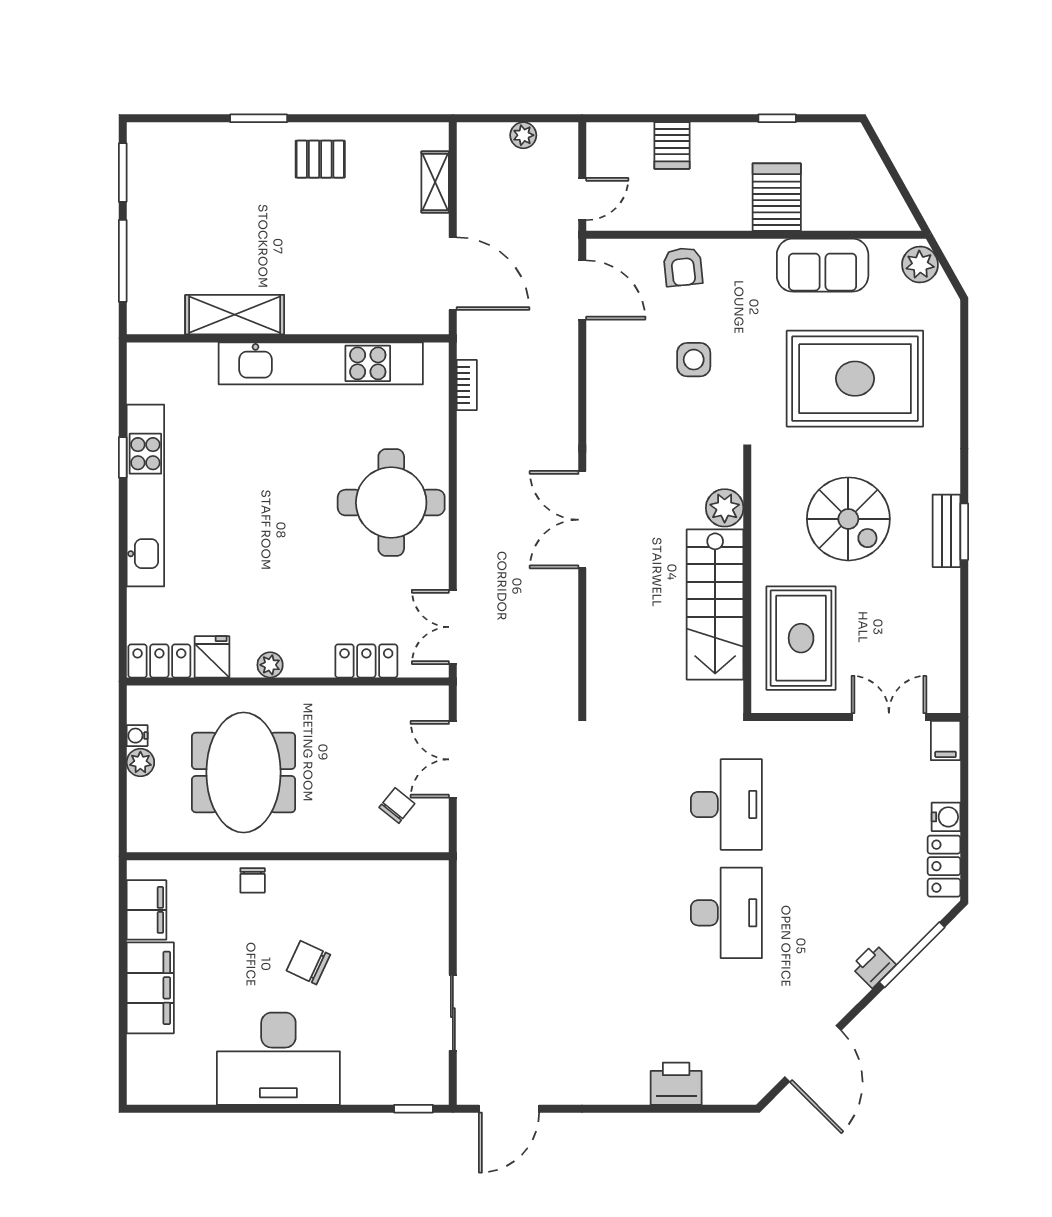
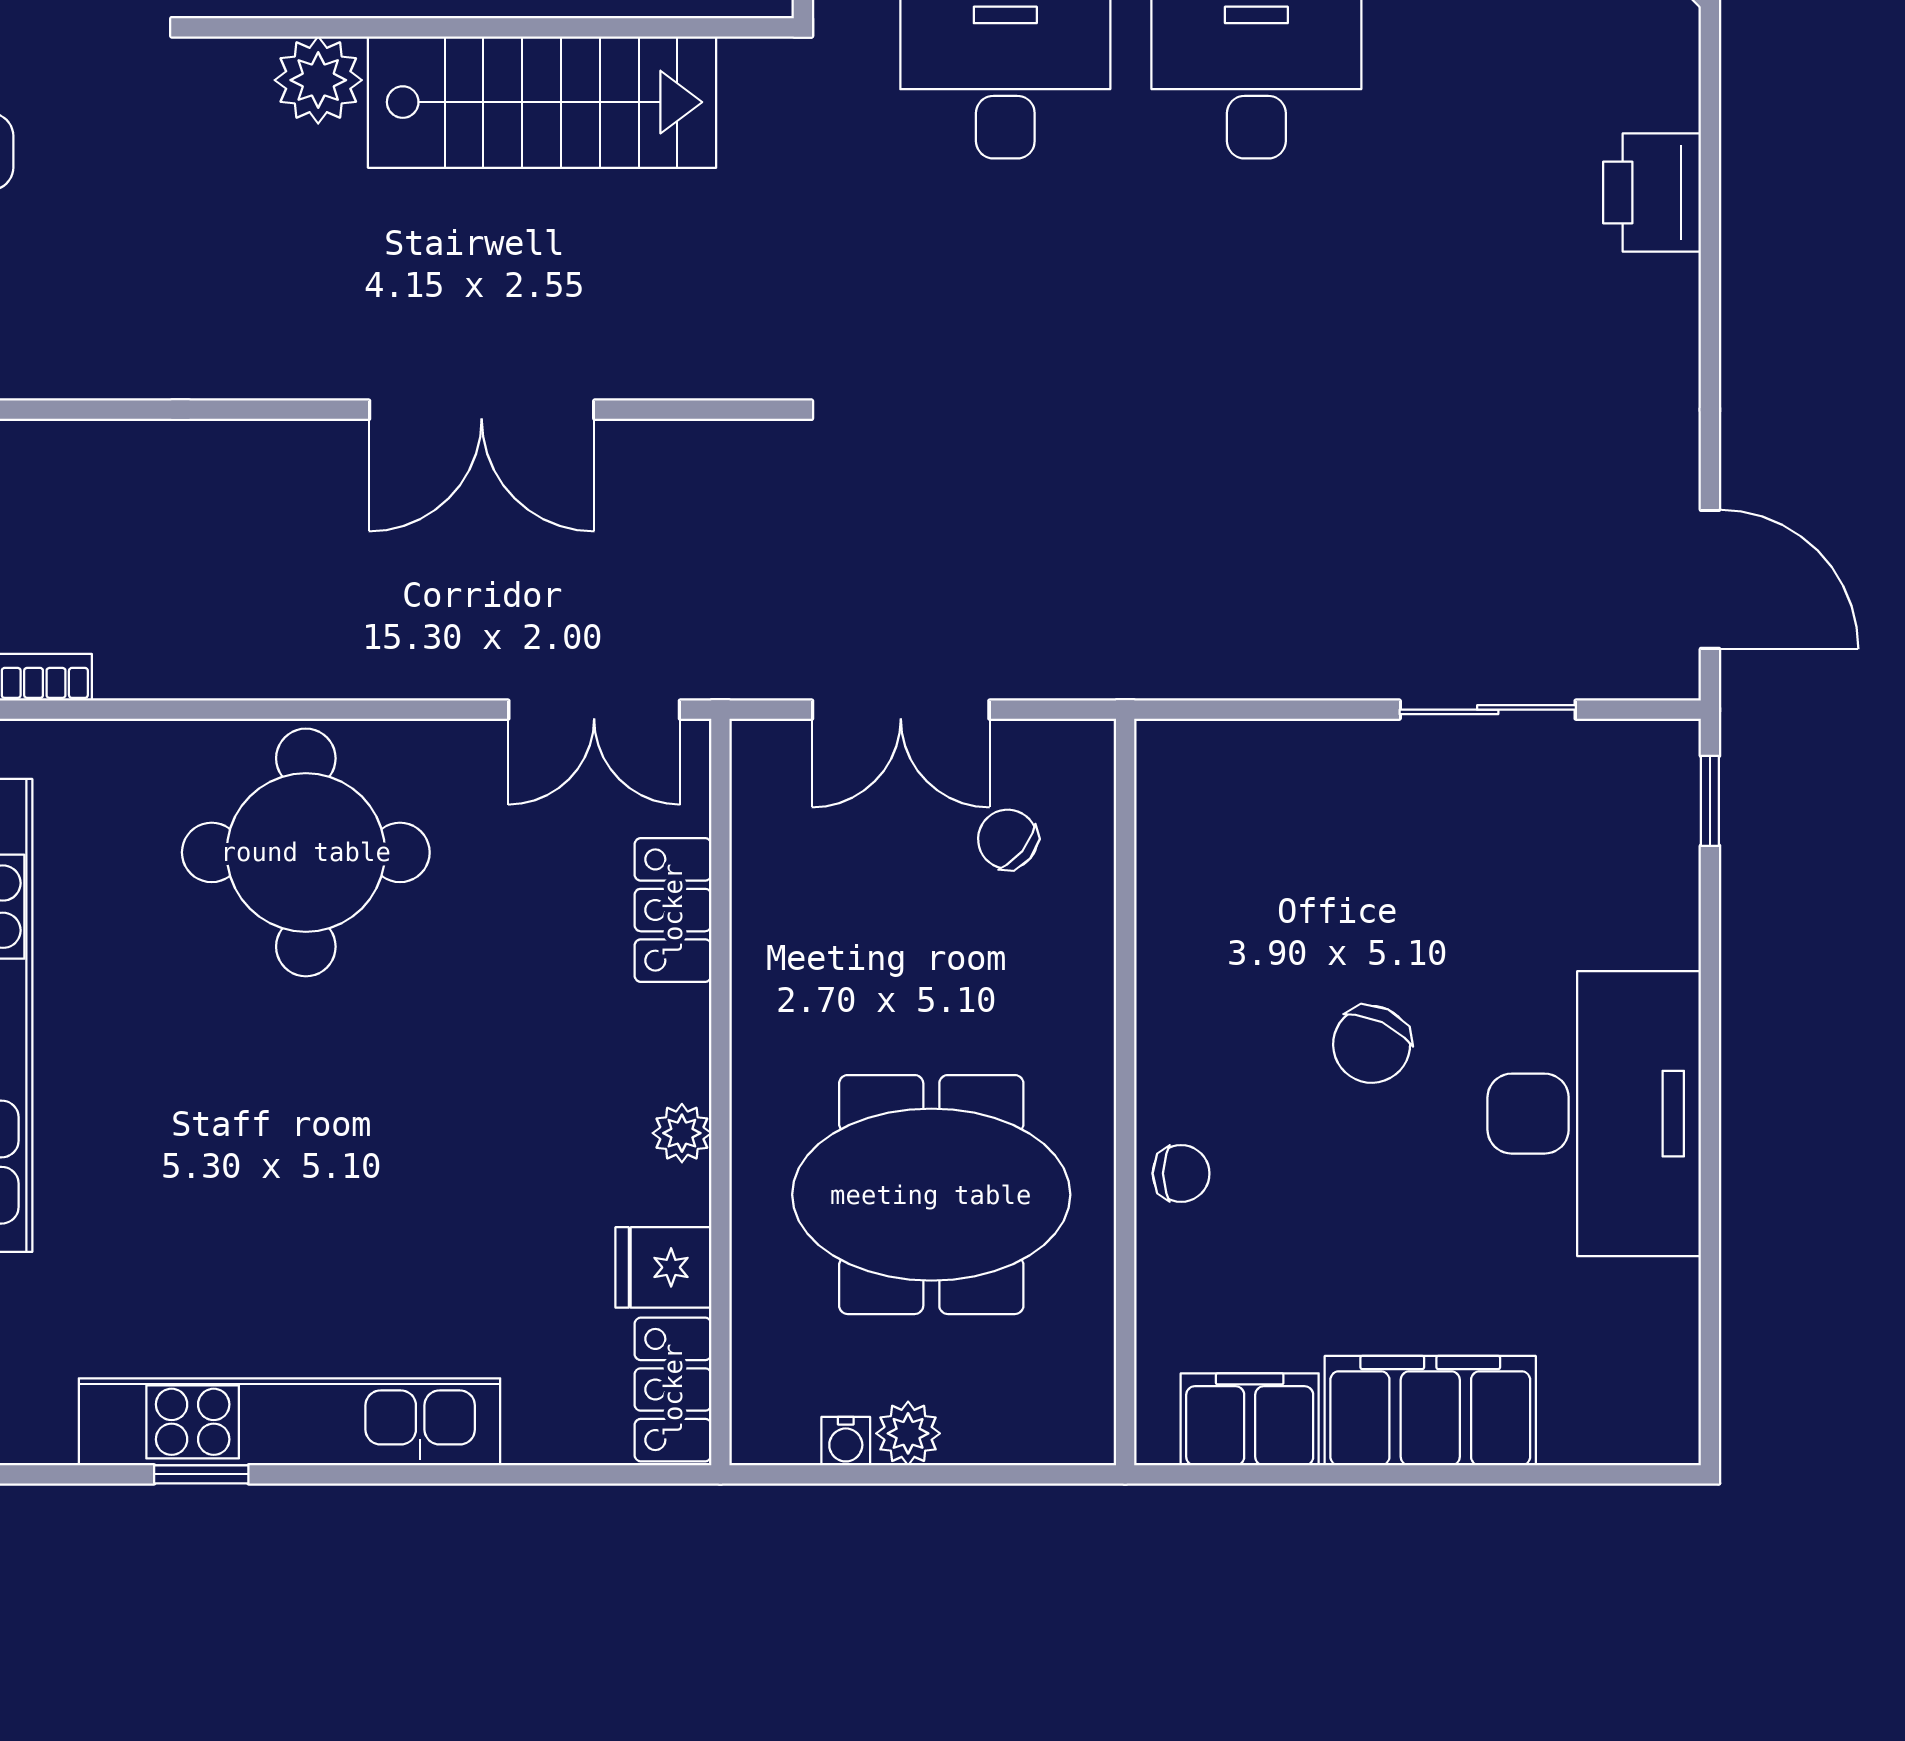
double door: (582, 520) -> (482, 410), moved

